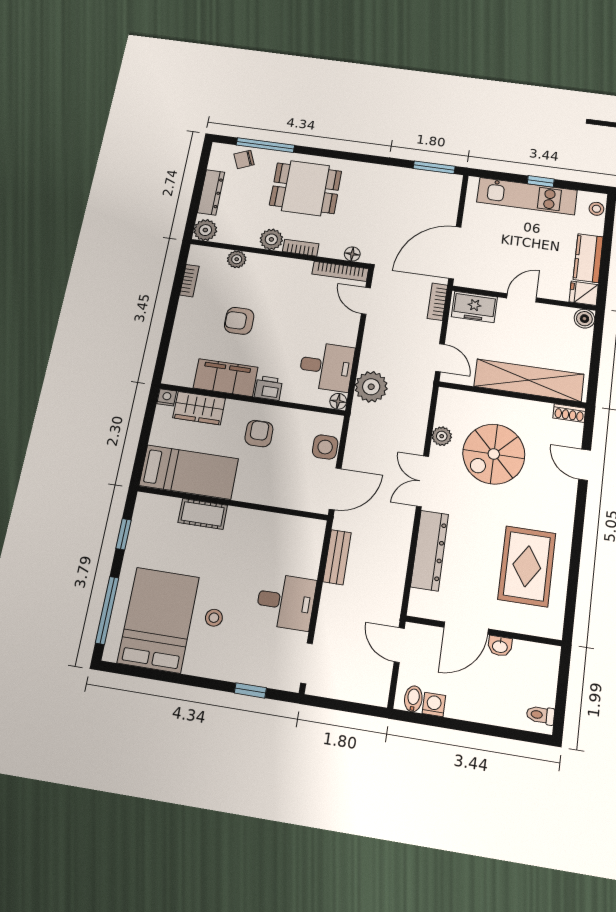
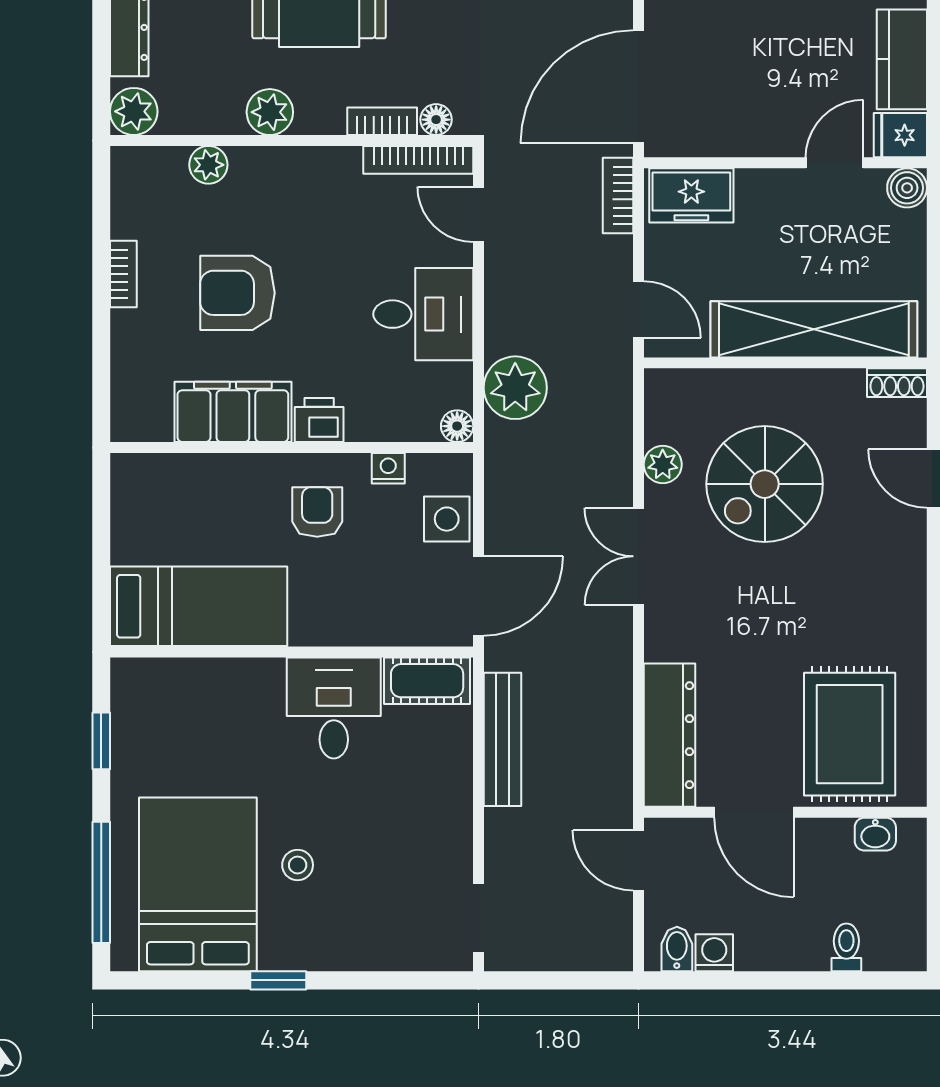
bookcase: (301, 248) -> (382, 121), moved
bookcase: (189, 281) -> (123, 274), moved
door: (522, 298) -> (835, 163), moved
armchair: (239, 321) -> (237, 293), width x1.38, depth x1.38
desk: (327, 367) -> (423, 314), moved
nightstand: (167, 397) -> (388, 468), moved
wardrobe: (199, 408) -> (194, 480), removed
cot: (203, 514) -> (427, 681), moved
dresser: (430, 550) -> (669, 735), moved
bench: (337, 557) -> (502, 739), width x1.36
rug: (527, 566) -> (850, 734), moved
desk: (286, 602) -> (334, 708), moved, turned -90
door: (466, 628) -> (754, 812), hinge flipped
washbasin: (500, 646) -> (875, 834), moved
window: (250, 690) -> (278, 980), moved
toilet: (540, 715) -> (846, 947), moved, turned 90

